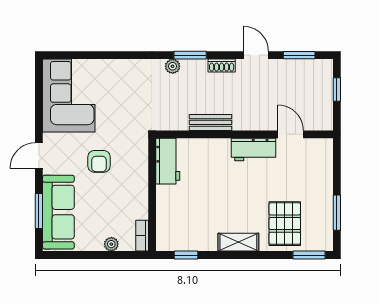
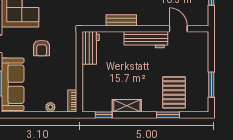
workbench: (253, 150) -> (146, 40), width x1.37
shelving: (238, 242) -> (127, 106), moved
window: (309, 255) -> (168, 115), moved

